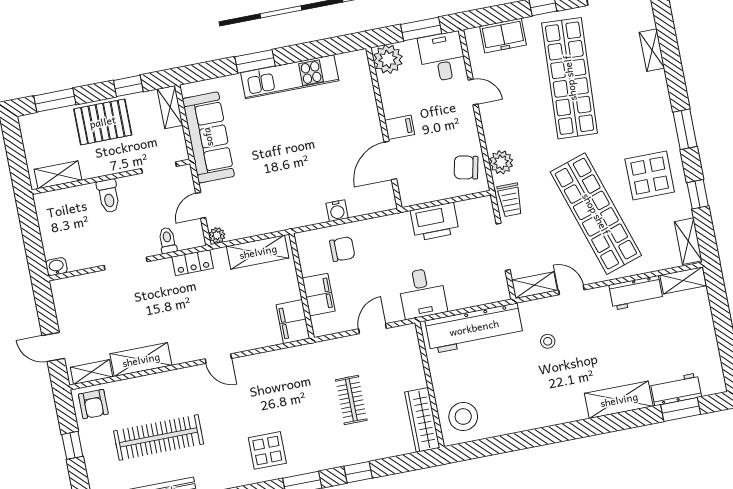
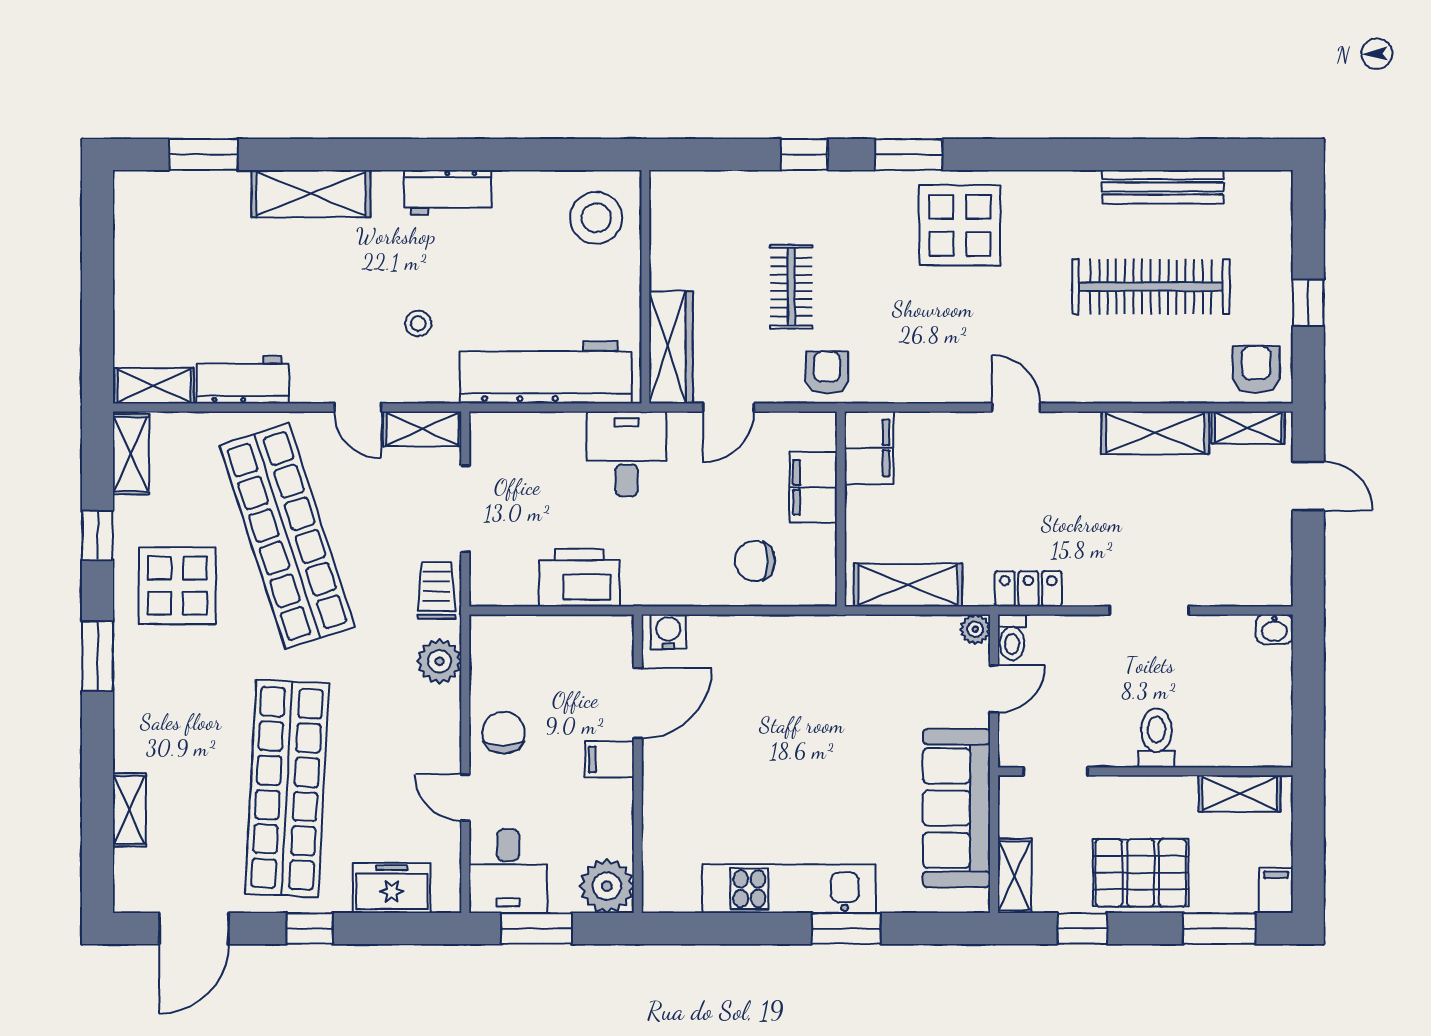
filing cabinet: (28, 126) -> (1276, 891), added
chair: (466, 167) -> (503, 732), moved, turned -102
water cooler: (337, 211) -> (668, 632), moved
toilet: (168, 240) -> (1012, 637), moved
armchair: (323, 358) -> (827, 373), added
workbench: (676, 389) -> (448, 192), moved
wardrobe: (422, 420) -> (671, 347), moved
display table: (267, 450) -> (960, 225), width x1.36, depth x1.36

